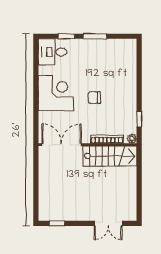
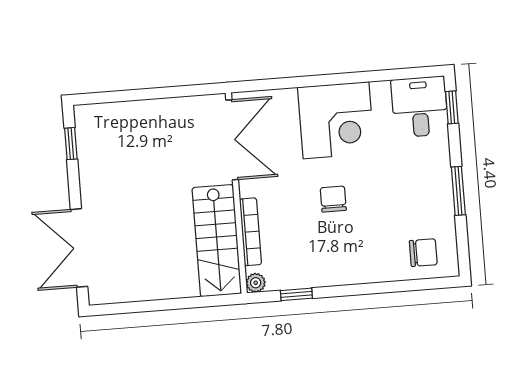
window: (66, 36) -> (452, 107), moved
chair: (124, 56) -> (423, 253), added
double door: (108, 223) -> (79, 248), width x1.37

